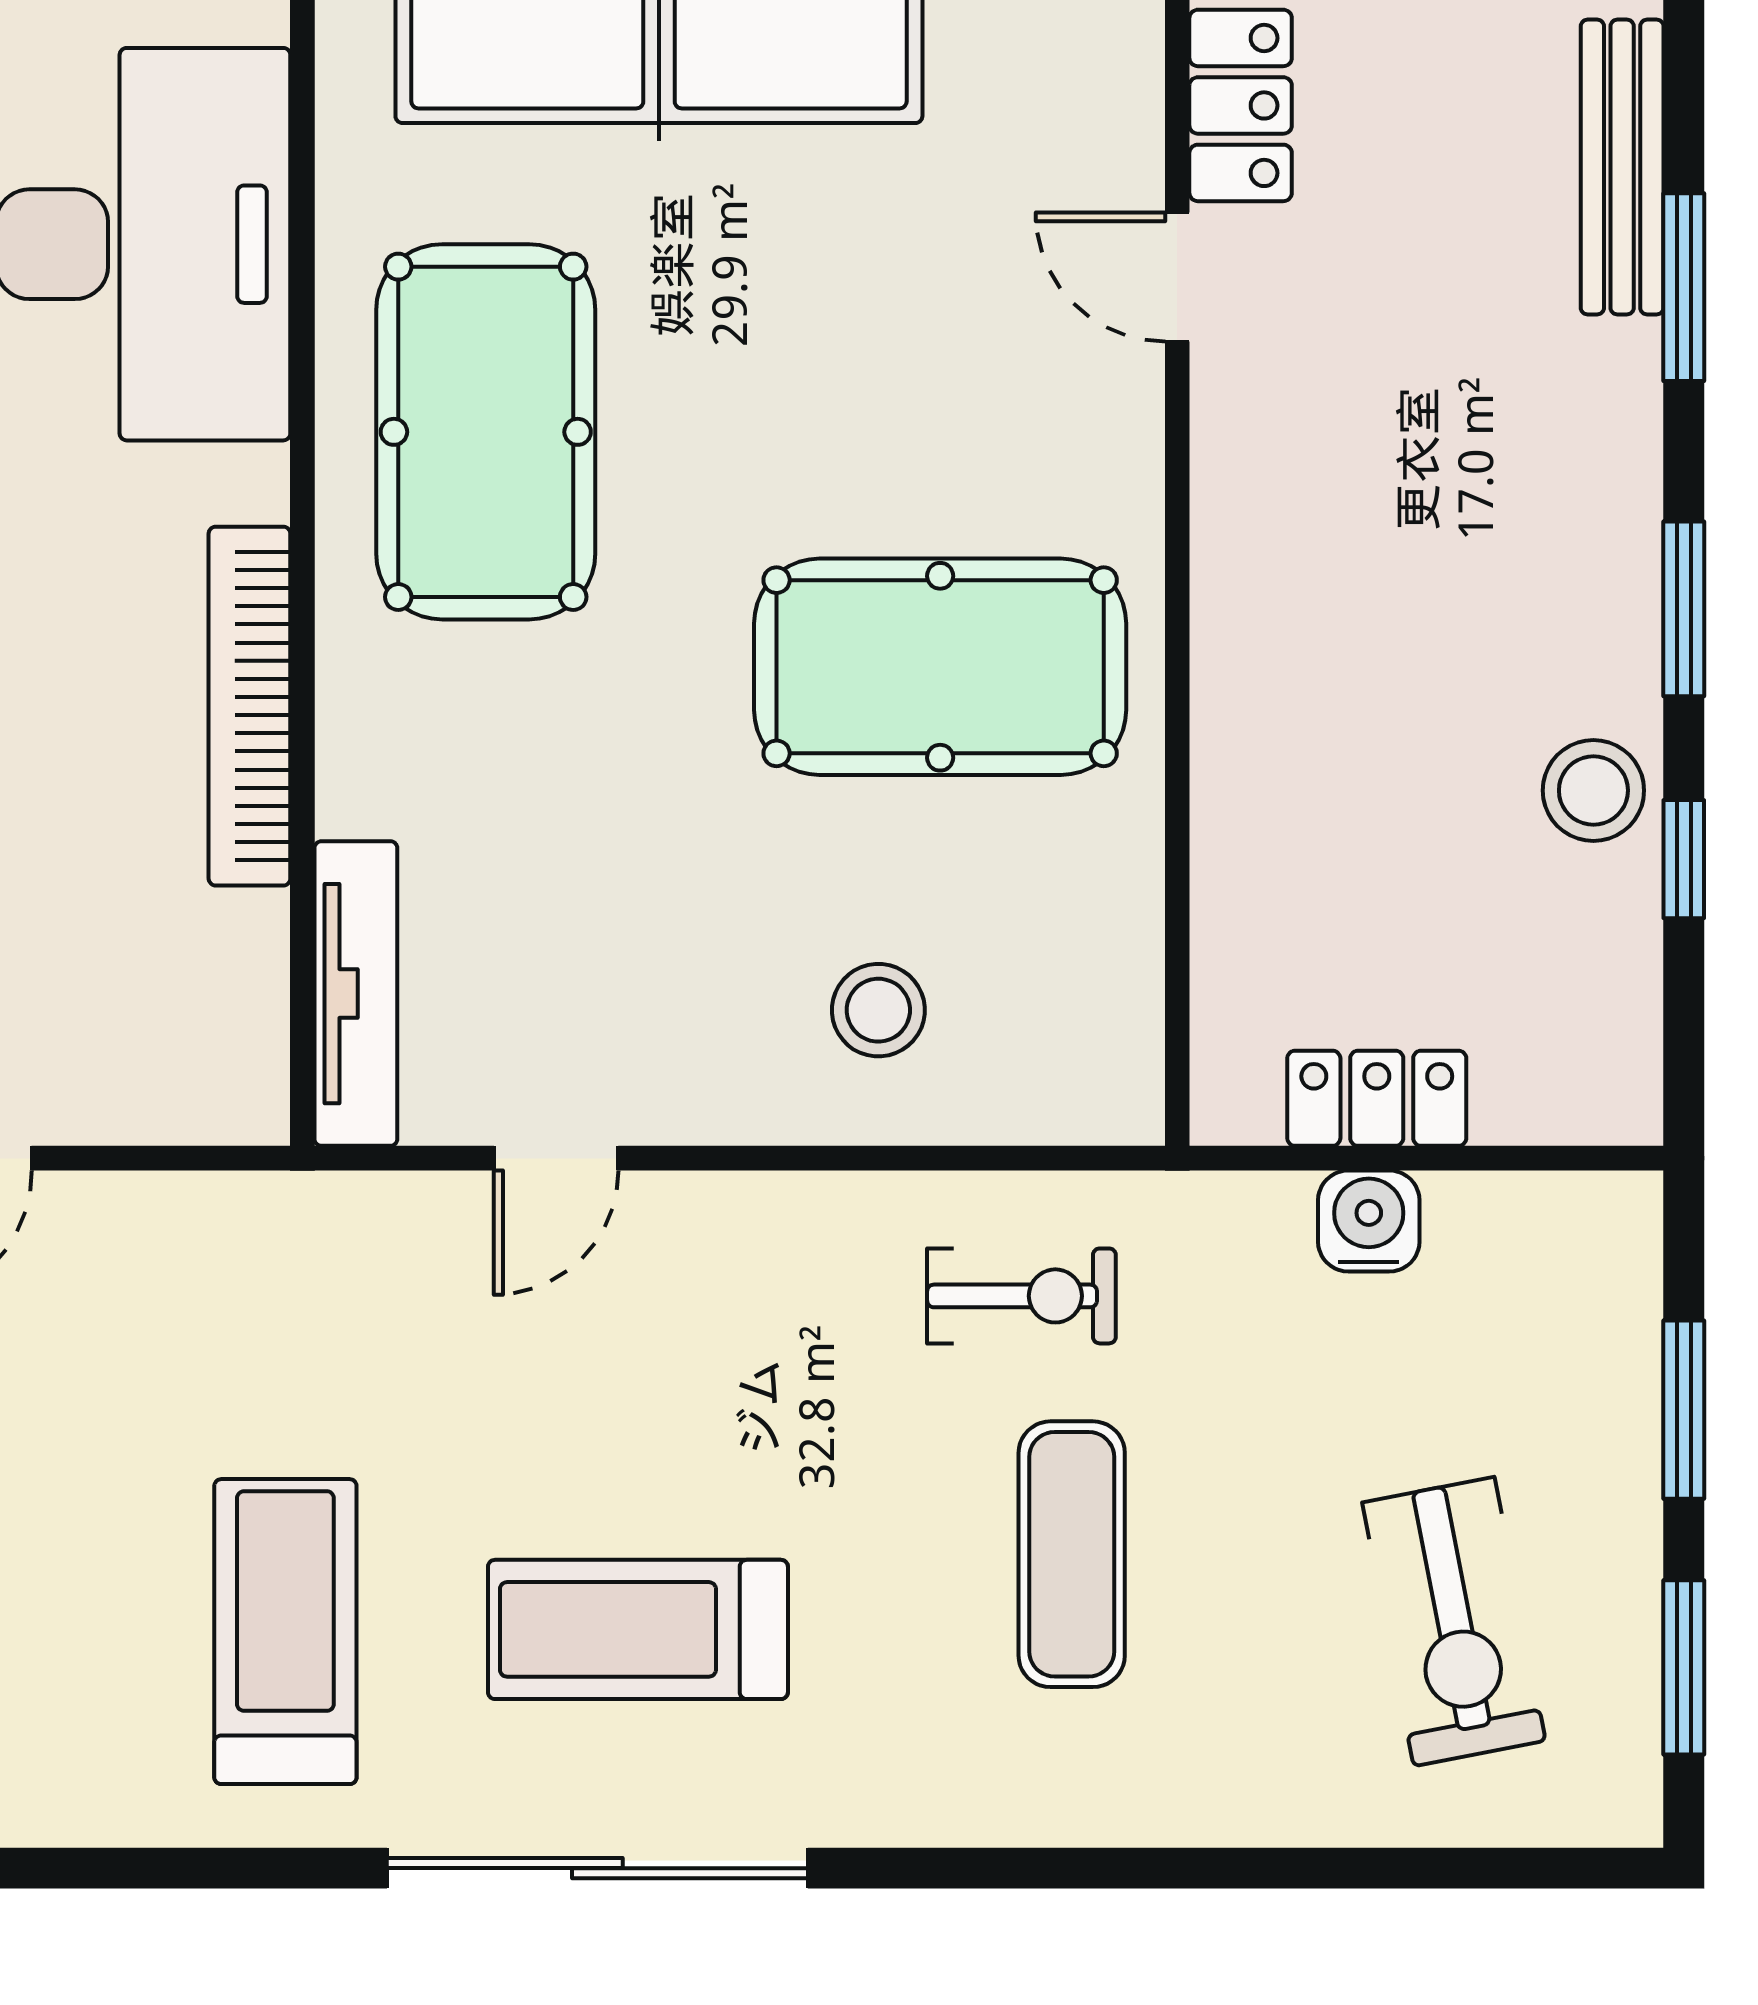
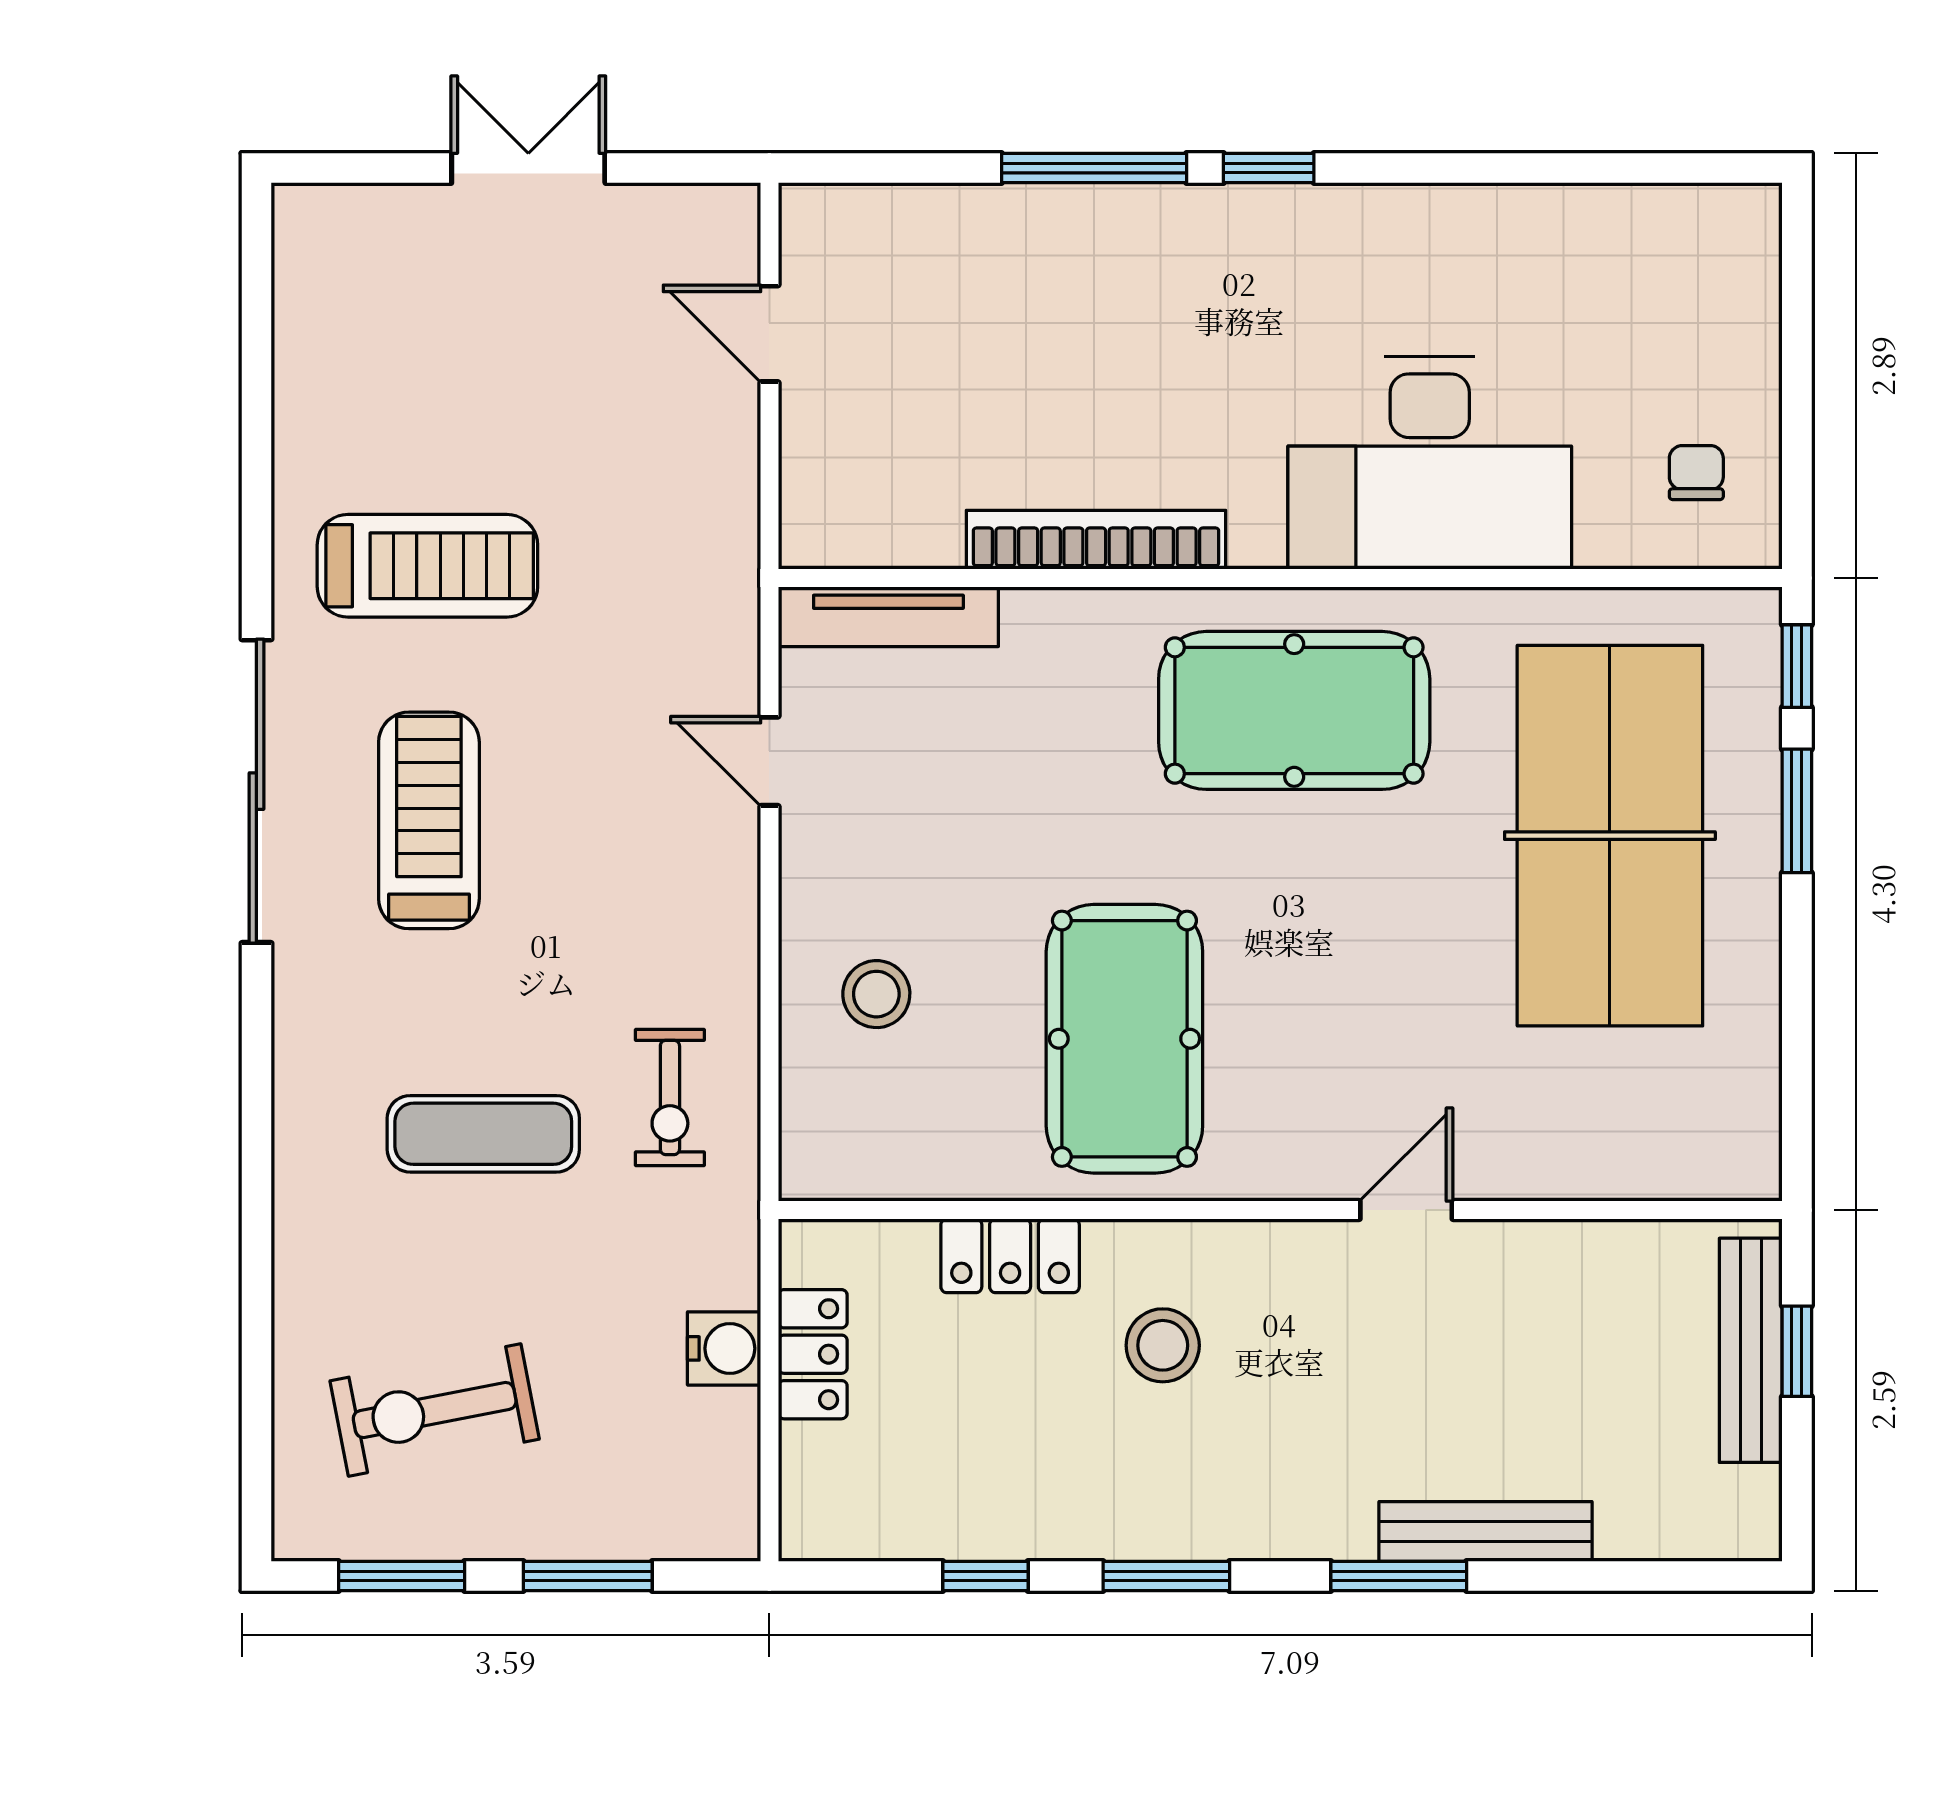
locker: (1241, 105) -> (1010, 1256), moved
stool: (1593, 790) -> (1163, 1345), moved

